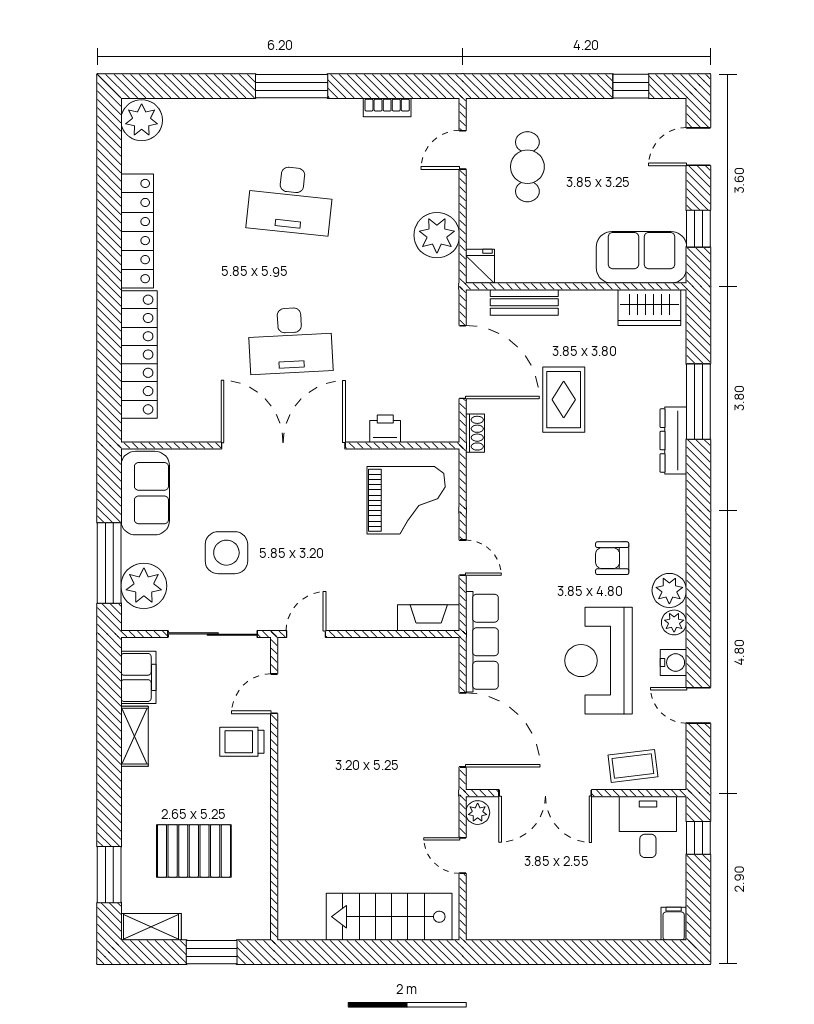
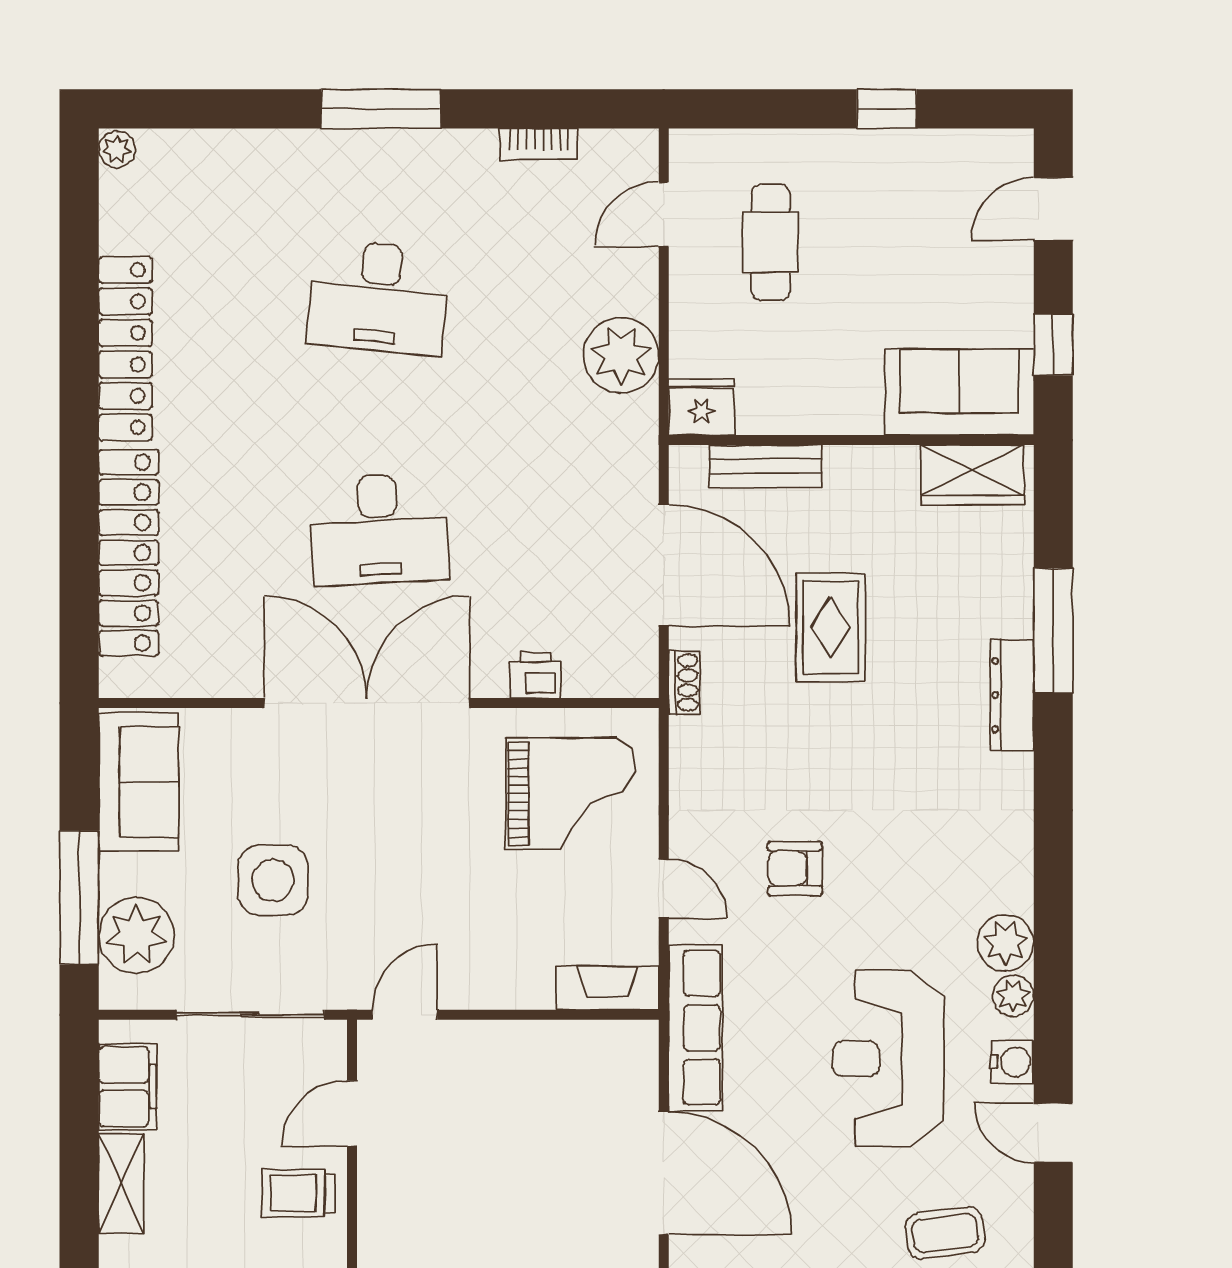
window: (631, 86) -> (887, 109), moved
plant: (142, 120) -> (117, 149), width x0.53, depth x0.53
fridge: (480, 266) -> (701, 407), width x1.38
armchair: (612, 558) -> (795, 868), moved

